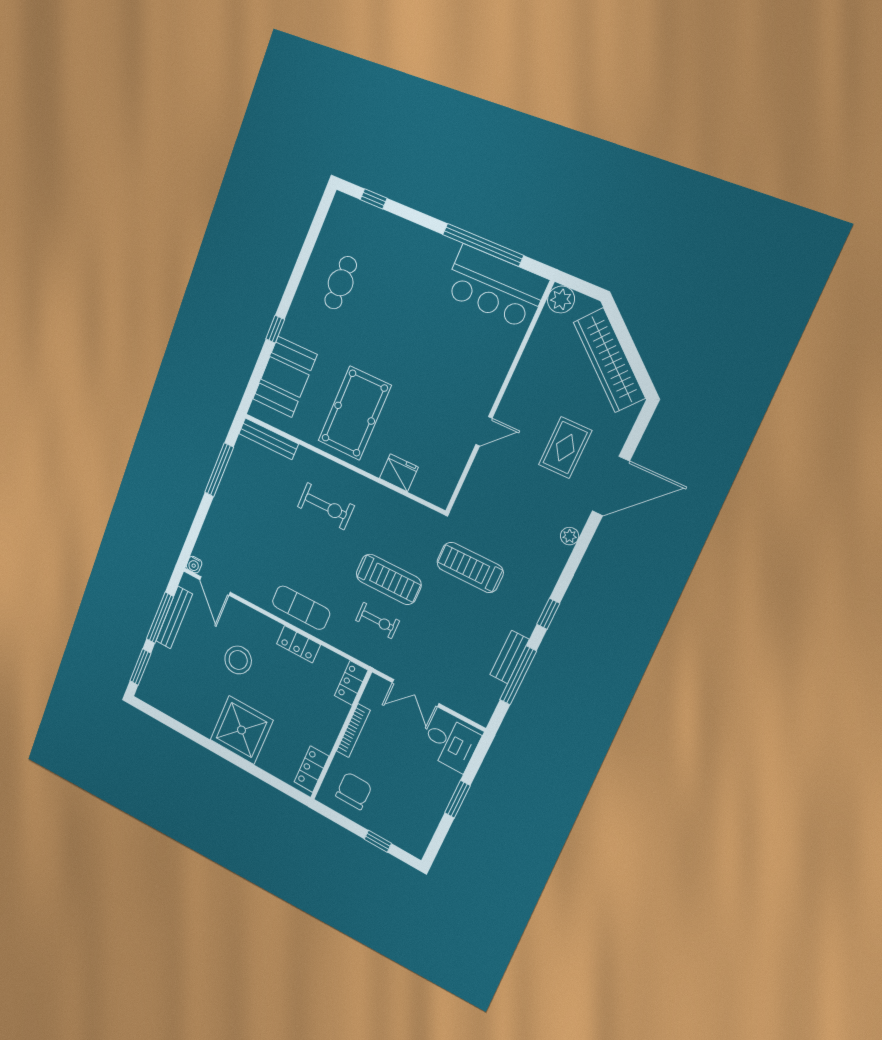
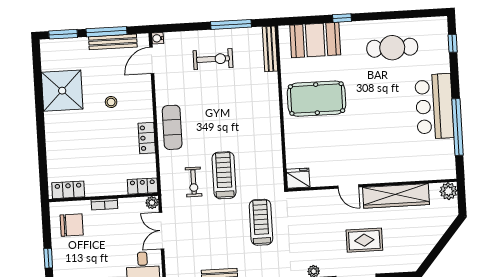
cafe table: (341, 283) -> (392, 48), width x1.37, depth x1.35
bar counter: (495, 287) -> (434, 106), moved
wardrobe: (609, 360) -> (396, 196), moved, turned -130
fridge: (399, 473) -> (298, 178), moved, turned -90
exercise bike: (326, 506) -> (213, 59), moved, turned -90
treadmill: (389, 579) -> (224, 175), turned 180
stool: (238, 660) -> (111, 102), width x0.53, depth x0.53
plant: (376, 684) -> (152, 203), added
shower: (241, 730) -> (62, 91), moved
bookcase: (353, 731) -> (104, 204), width x0.64

